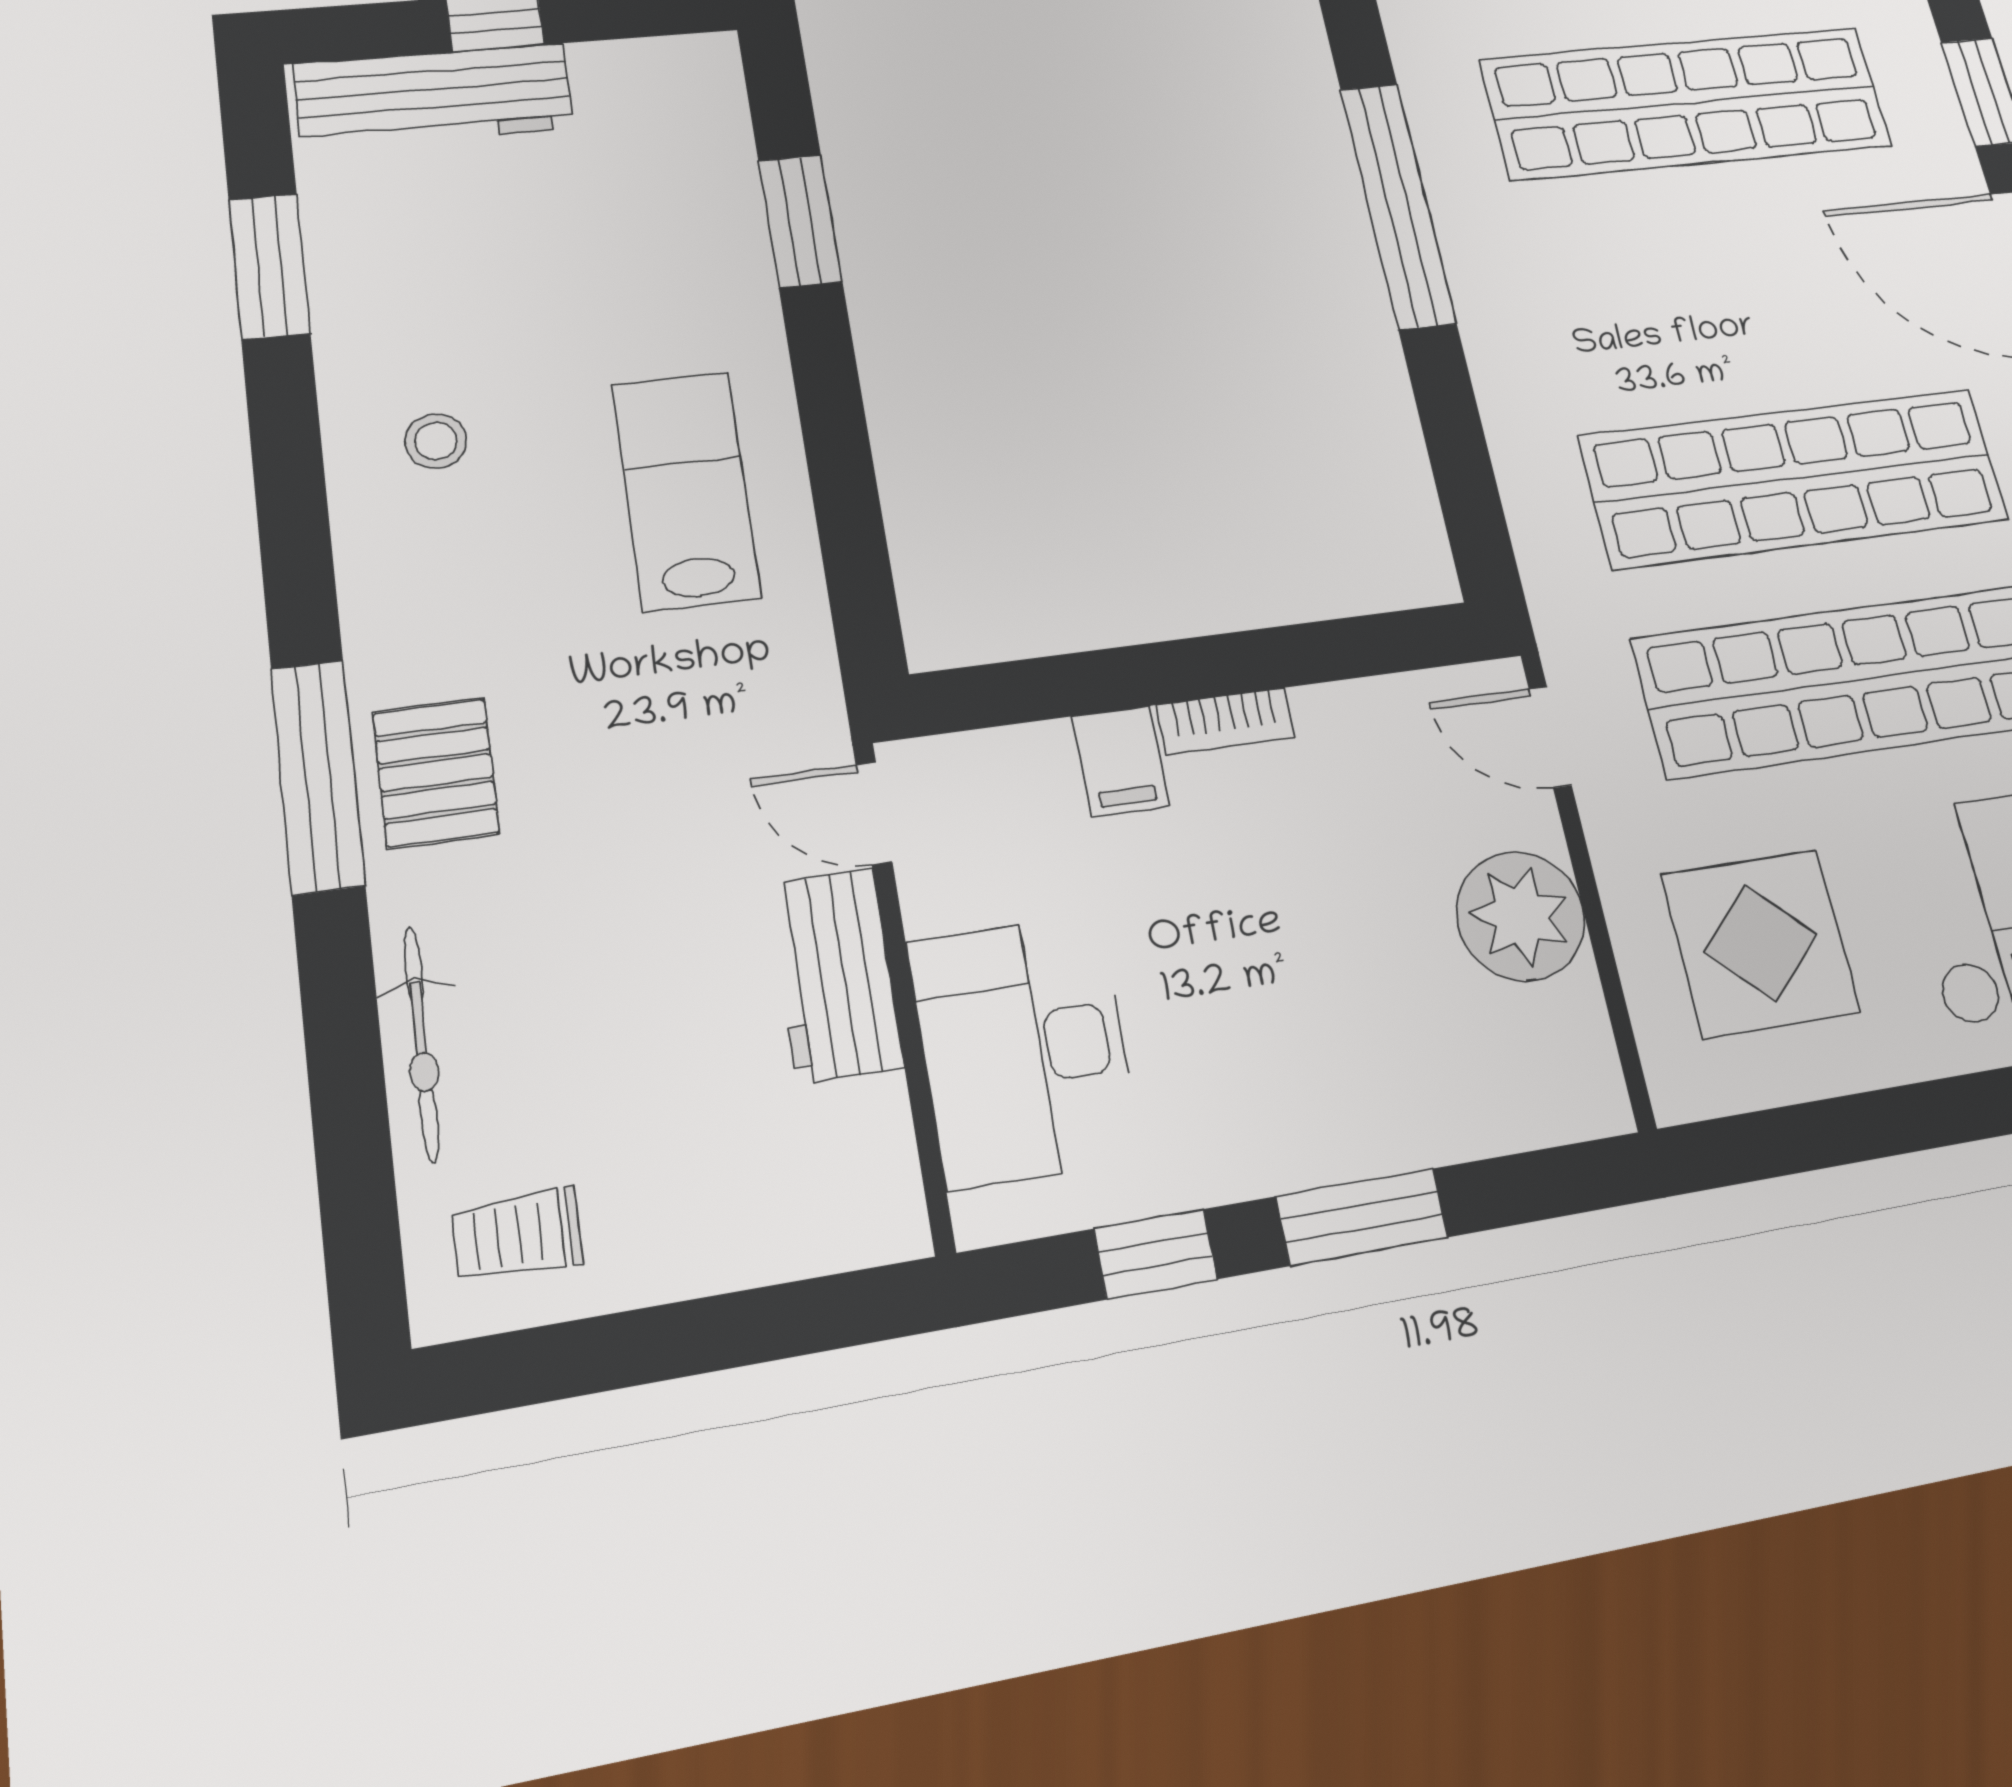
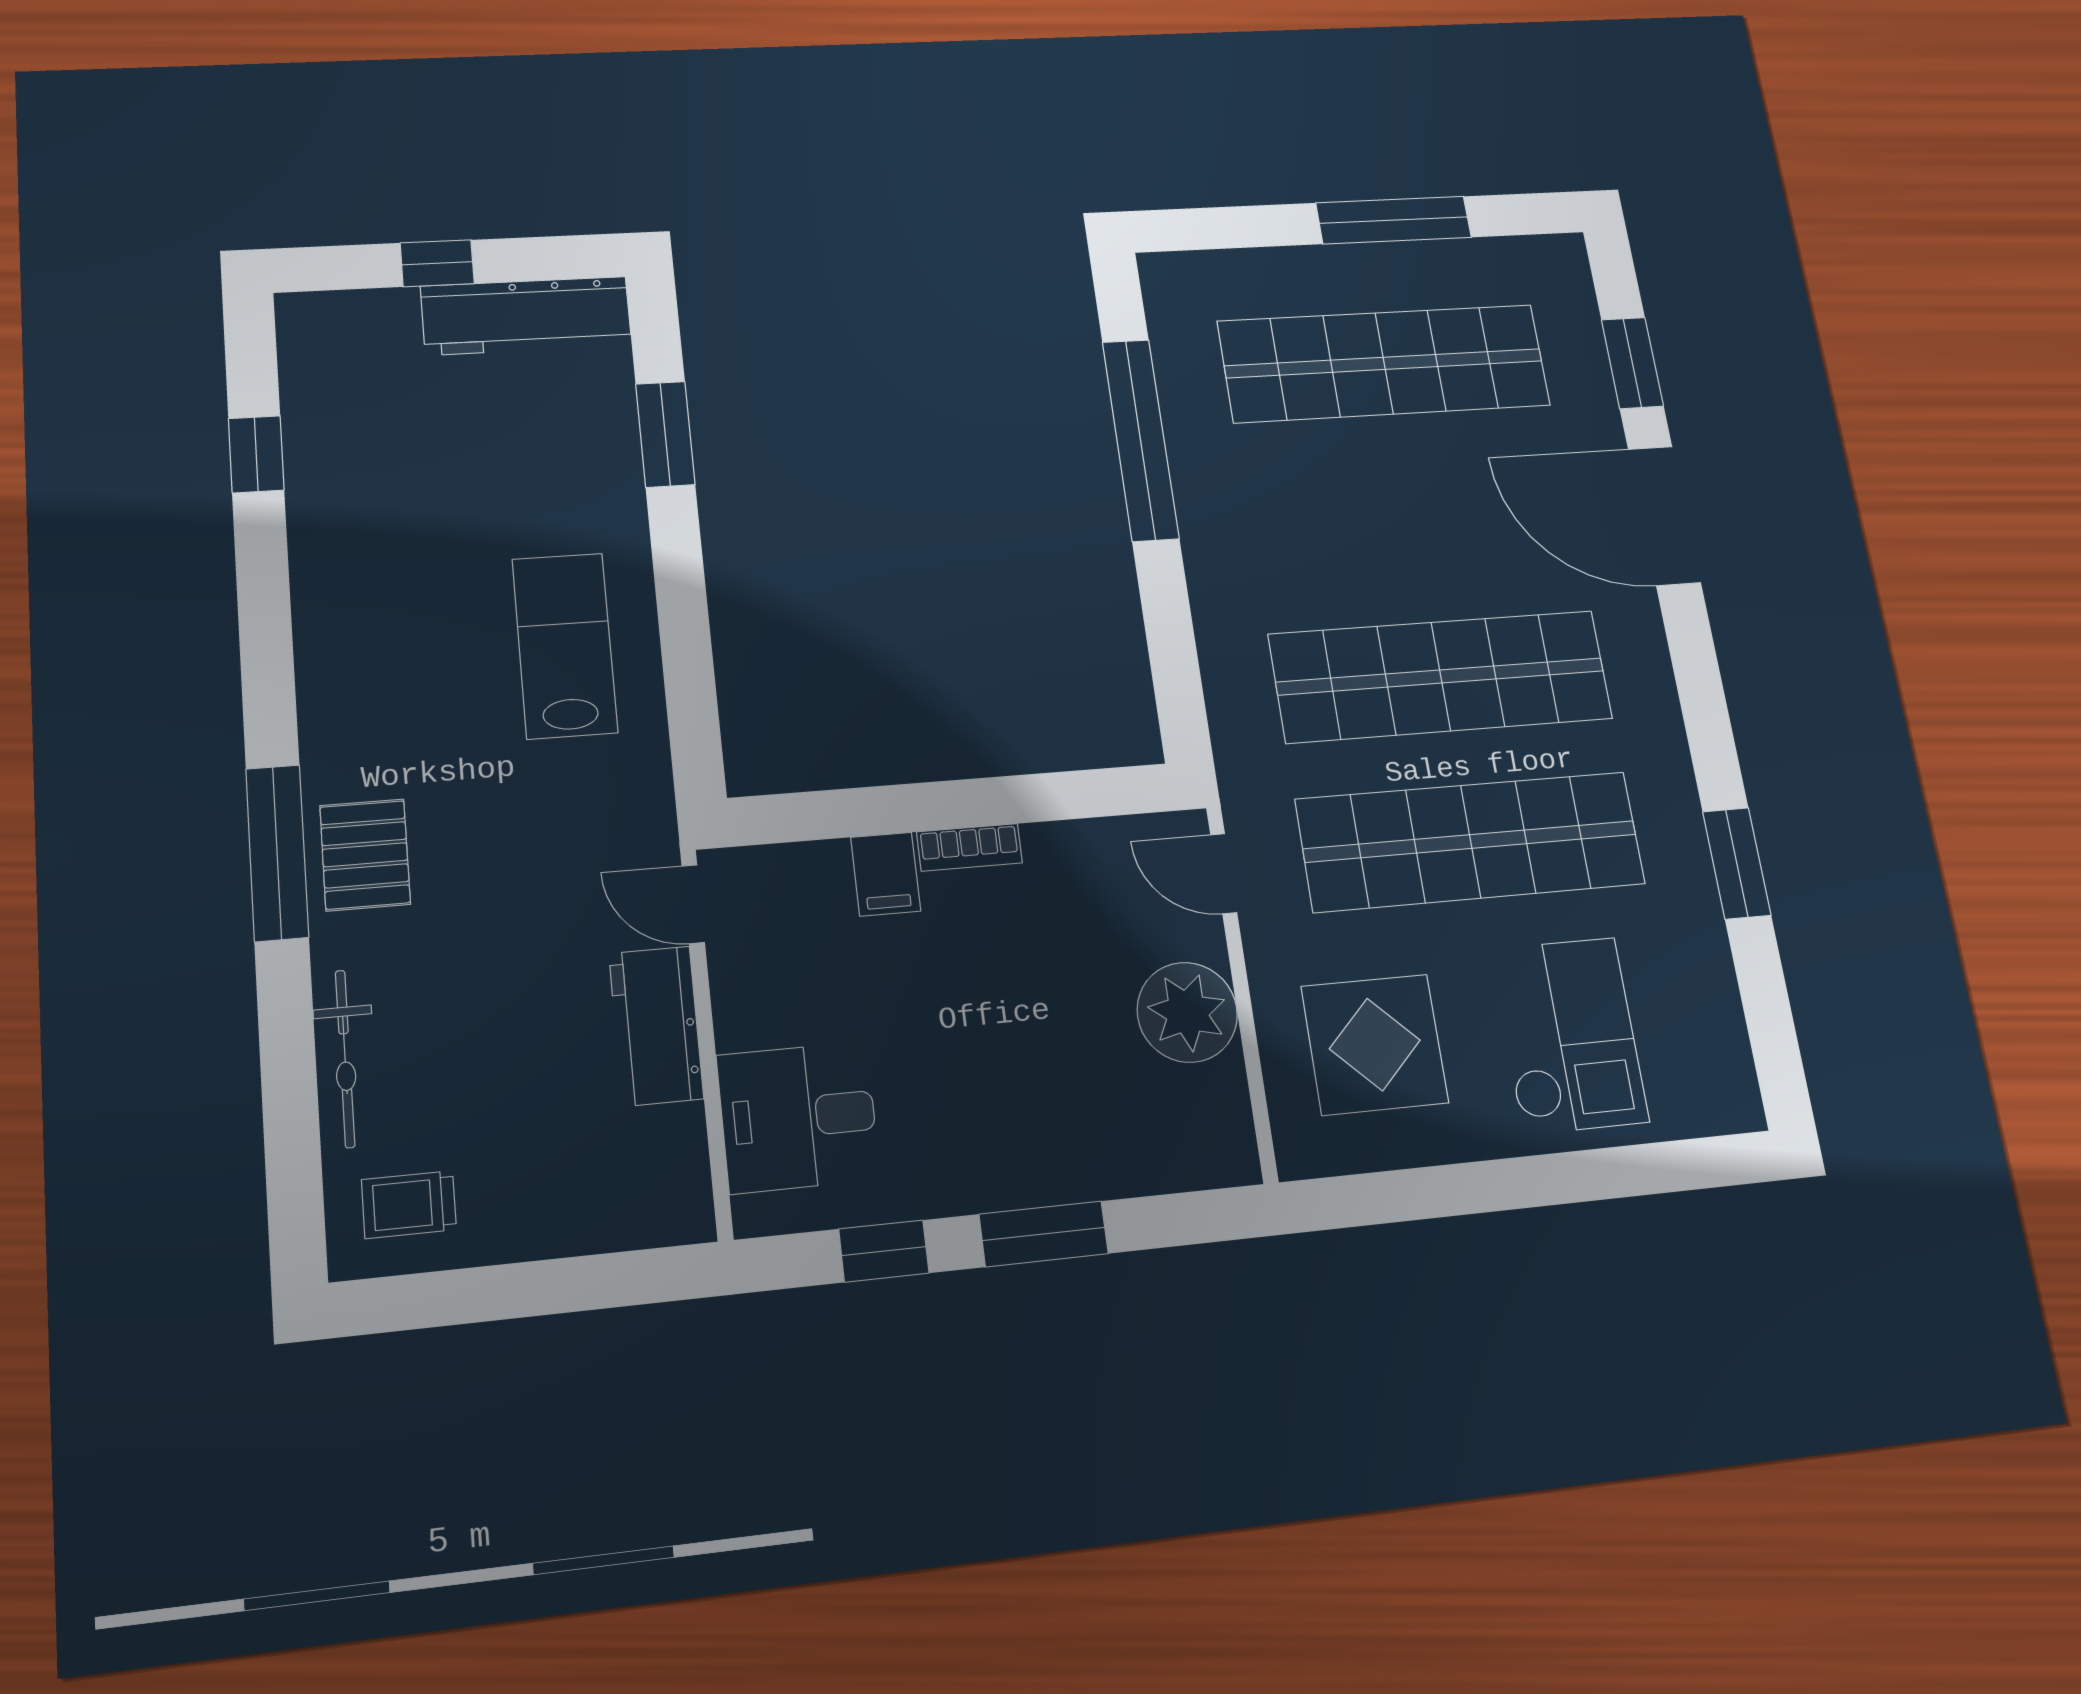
workbench: (434, 96) -> (526, 316), moved
window: (269, 266) -> (256, 454), width x0.67
stool: (436, 441) -> (376, 598), removed
desk: (1025, 1050) -> (798, 1117), width x0.73

